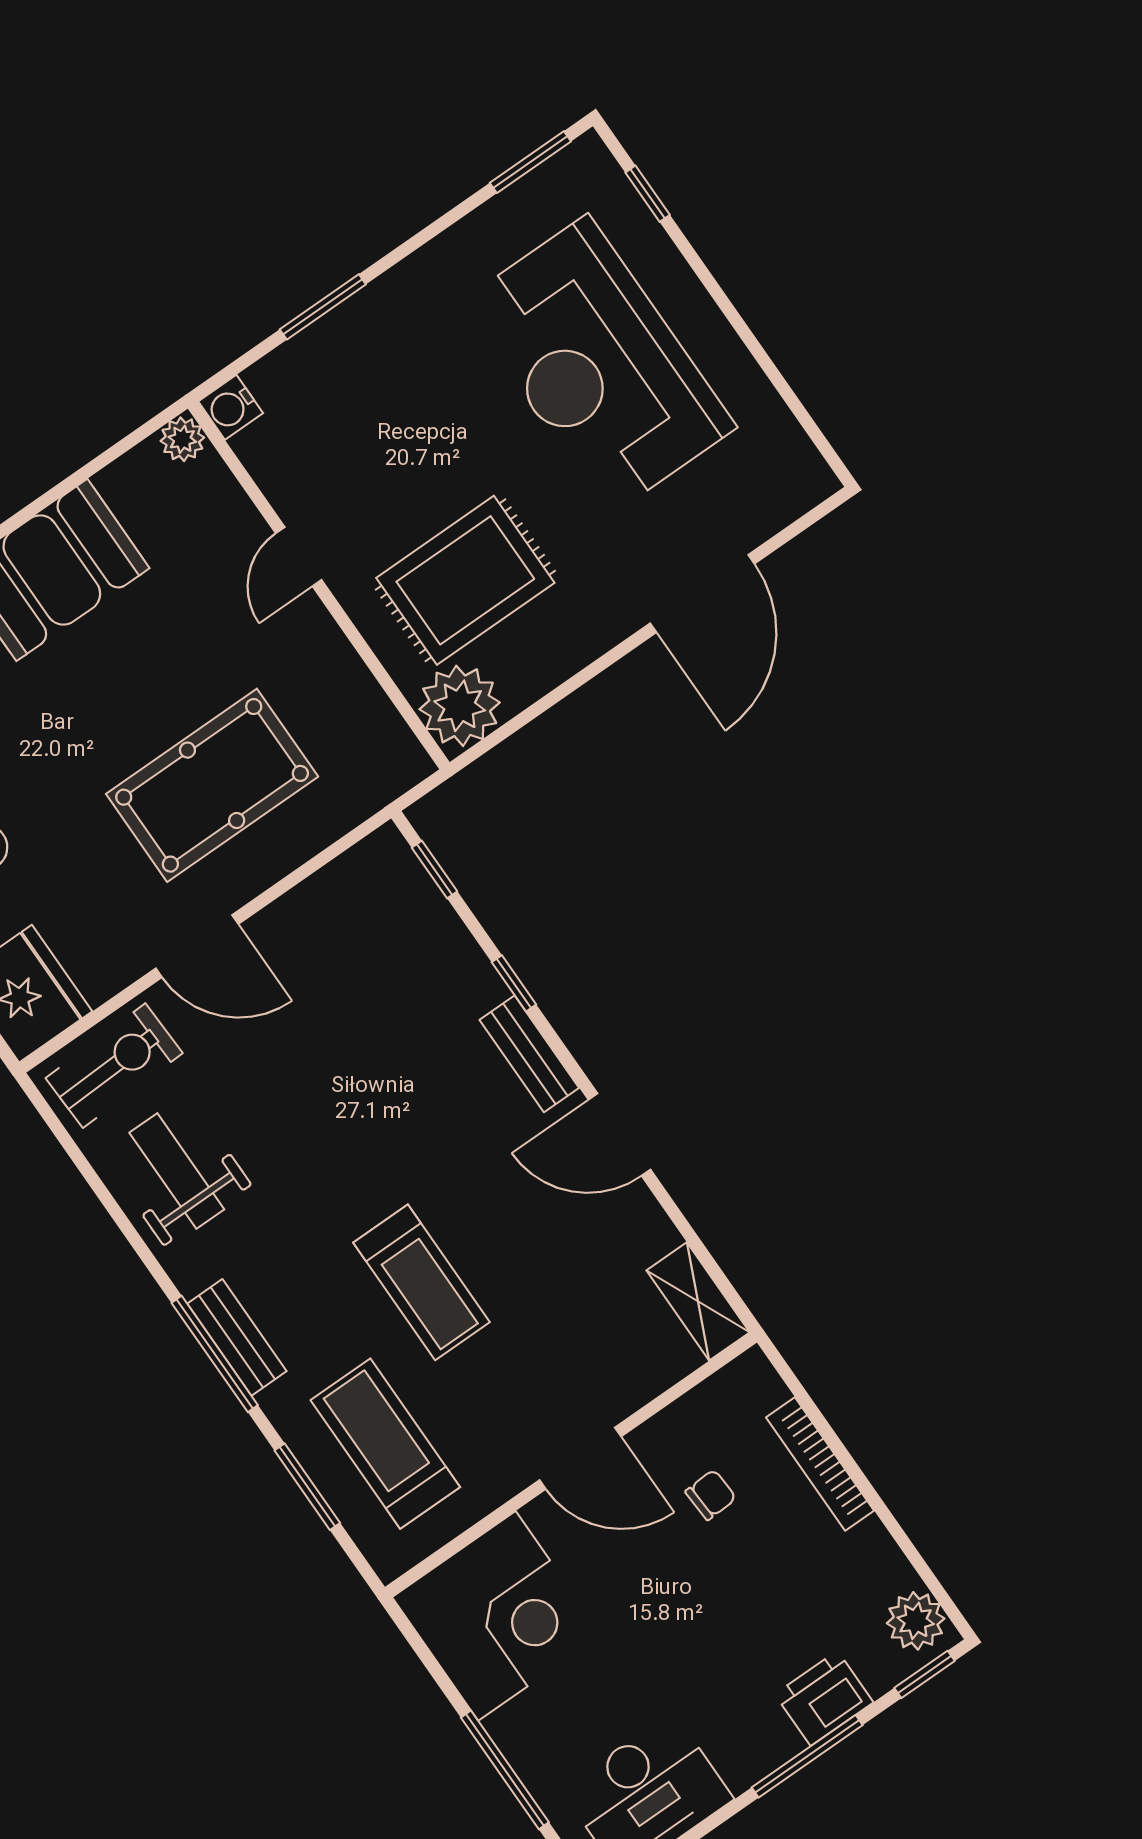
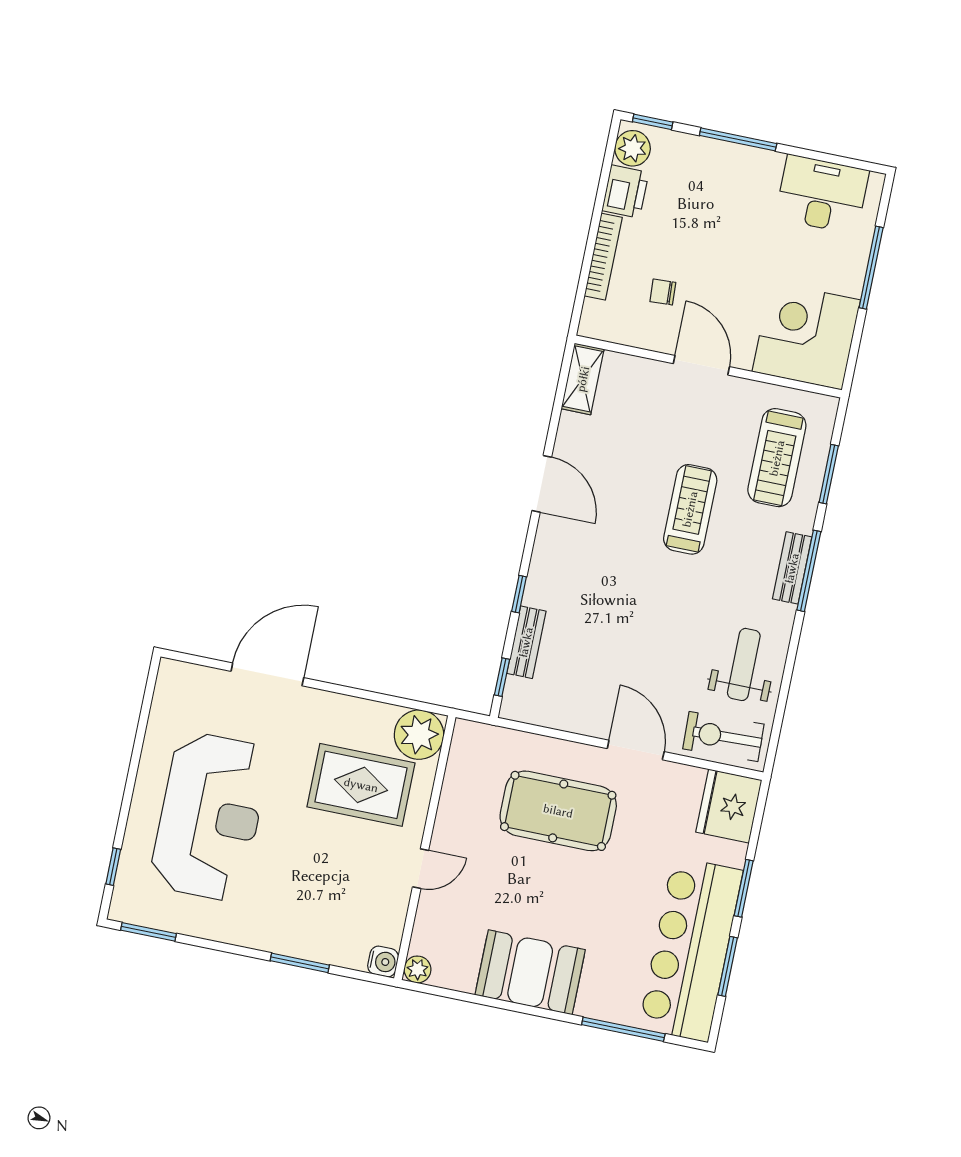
bench: (529, 1054) -> (526, 642), moved
weight bench: (177, 1171) -> (744, 664), turned 180
printer: (824, 1698) -> (625, 192), moved, turned -90

